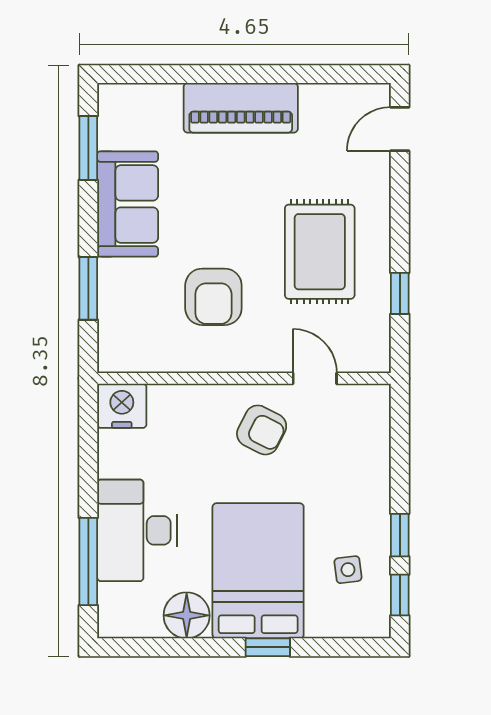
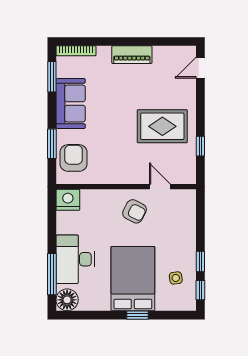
bookcase: (139, 94) -> (76, 51), added
piano: (241, 108) -> (132, 55), width x0.73, depth x0.75
rug: (320, 252) -> (162, 126), turned 90
armchair: (213, 297) -> (74, 158), moved, turned 180
floor lamp: (187, 615) -> (67, 300), moved

